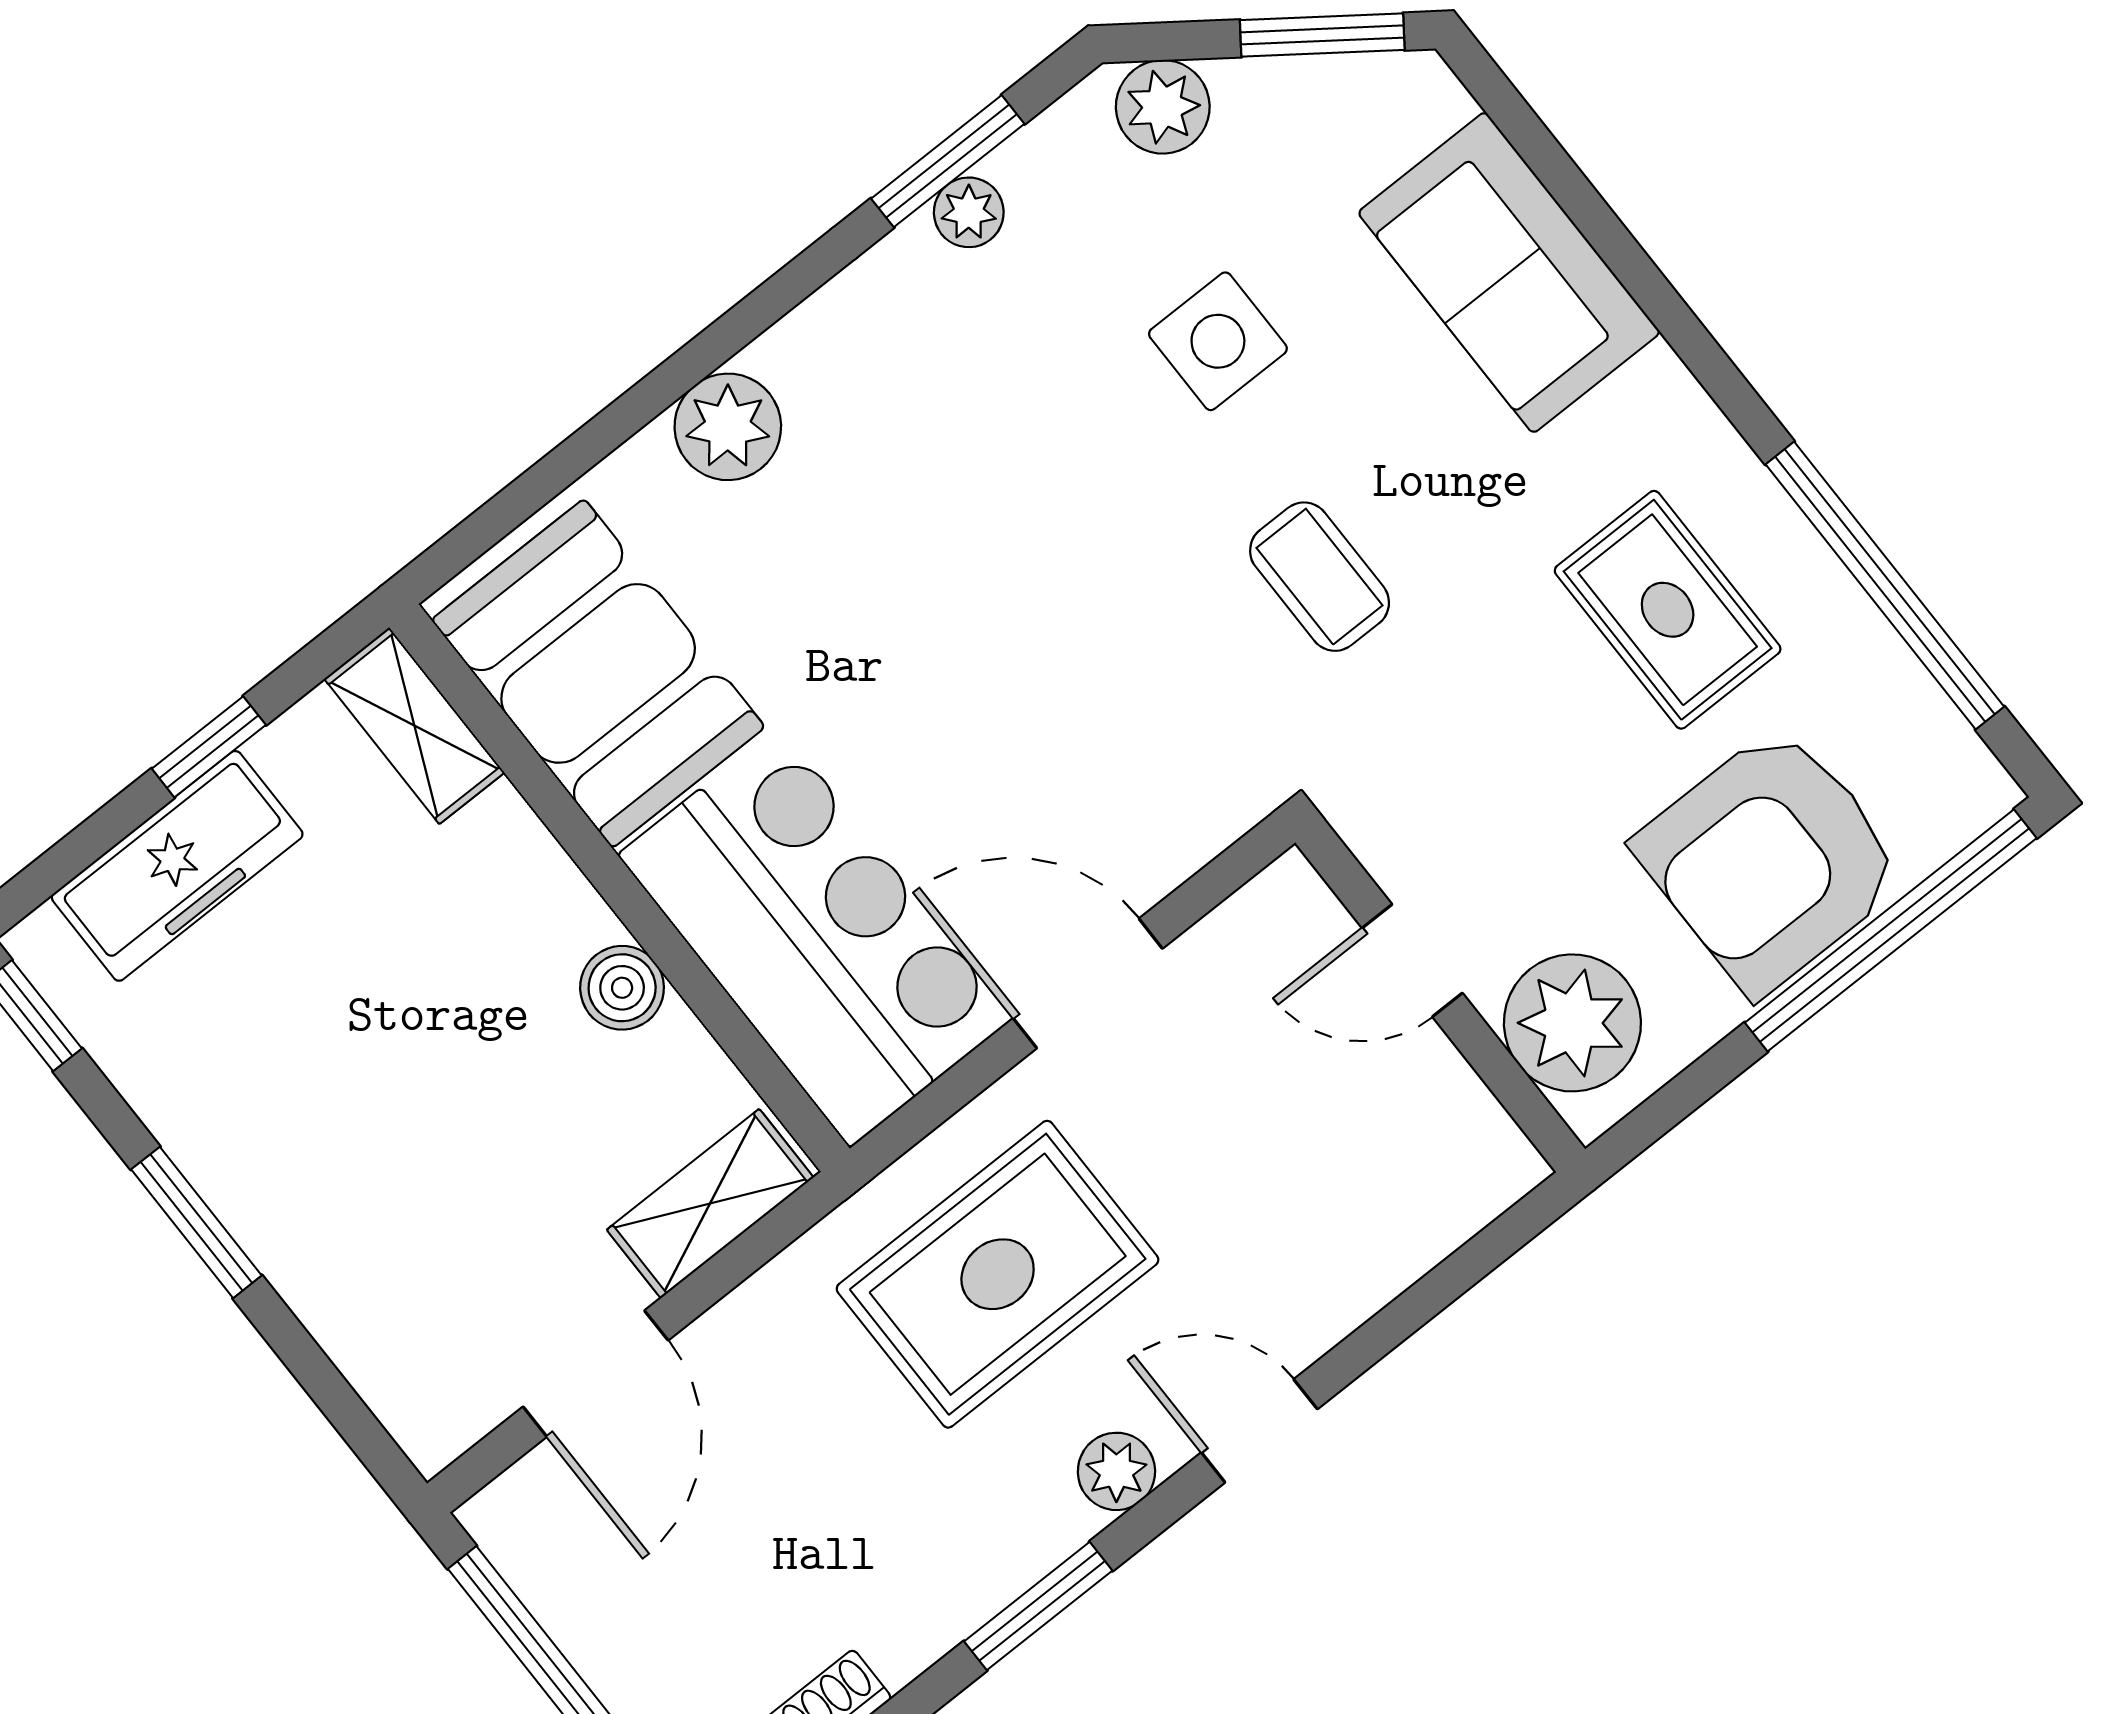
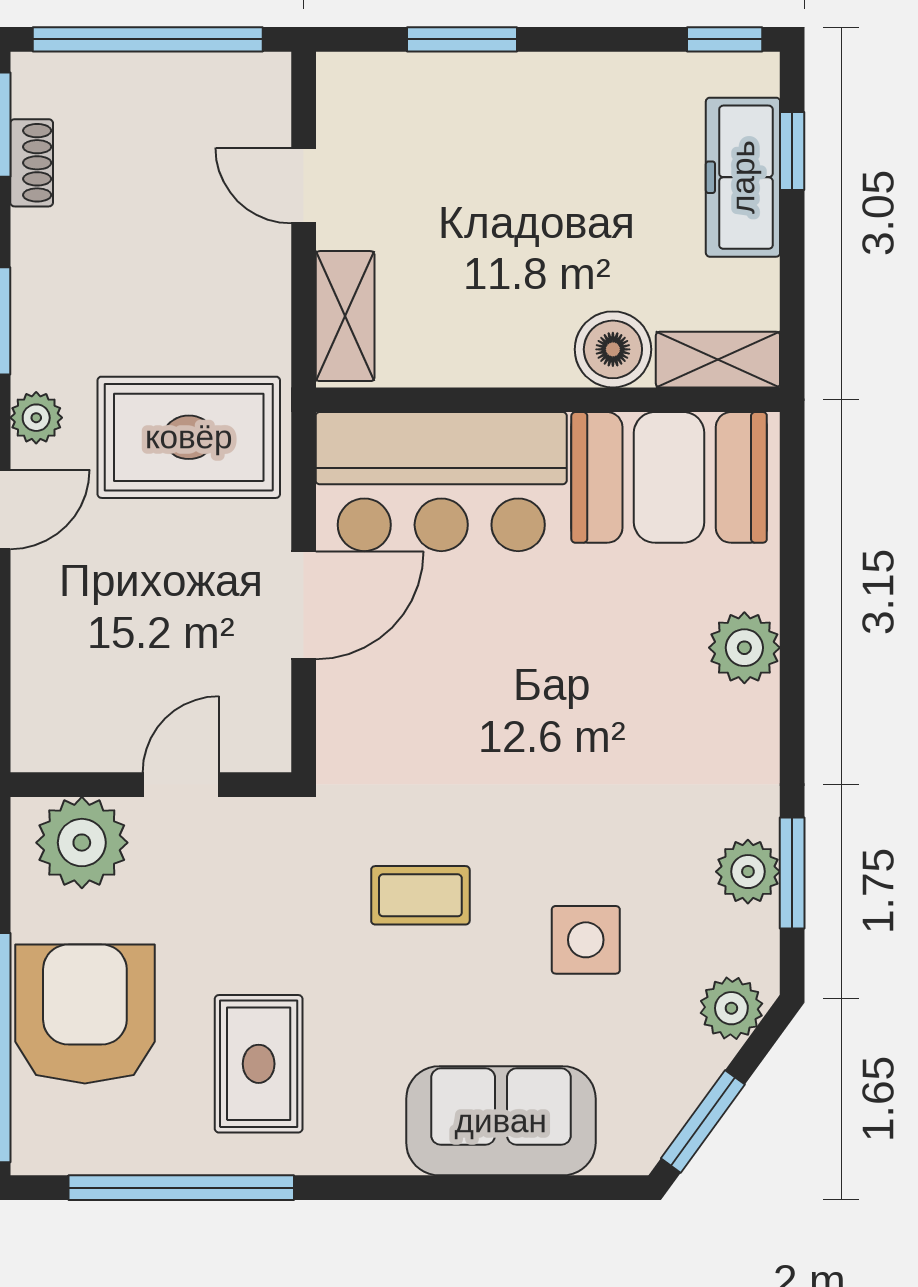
plant: (969, 212) -> (748, 872), width x1.38, depth x1.38
rug: (1668, 610) -> (259, 1064), turned 90
window: (209, 747) -> (792, 151), moved
boiler: (622, 988) -> (613, 349), moved, width x1.36, depth x1.36
window: (196, 1222) -> (462, 39), moved
rug: (998, 1274) -> (189, 437), turned 90
door: (596, 1374) -> (304, 186), width x0.73

